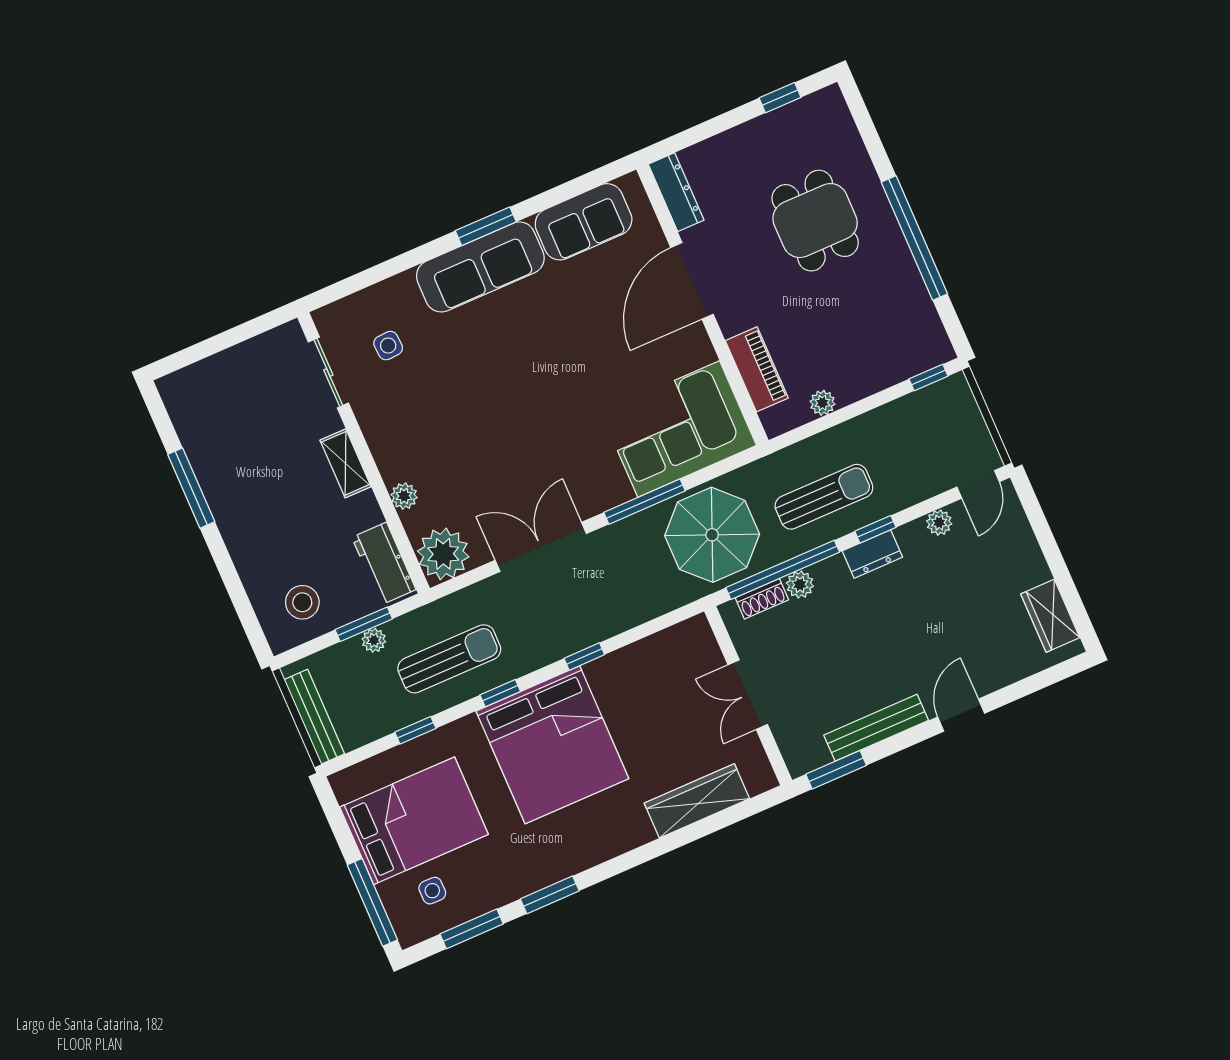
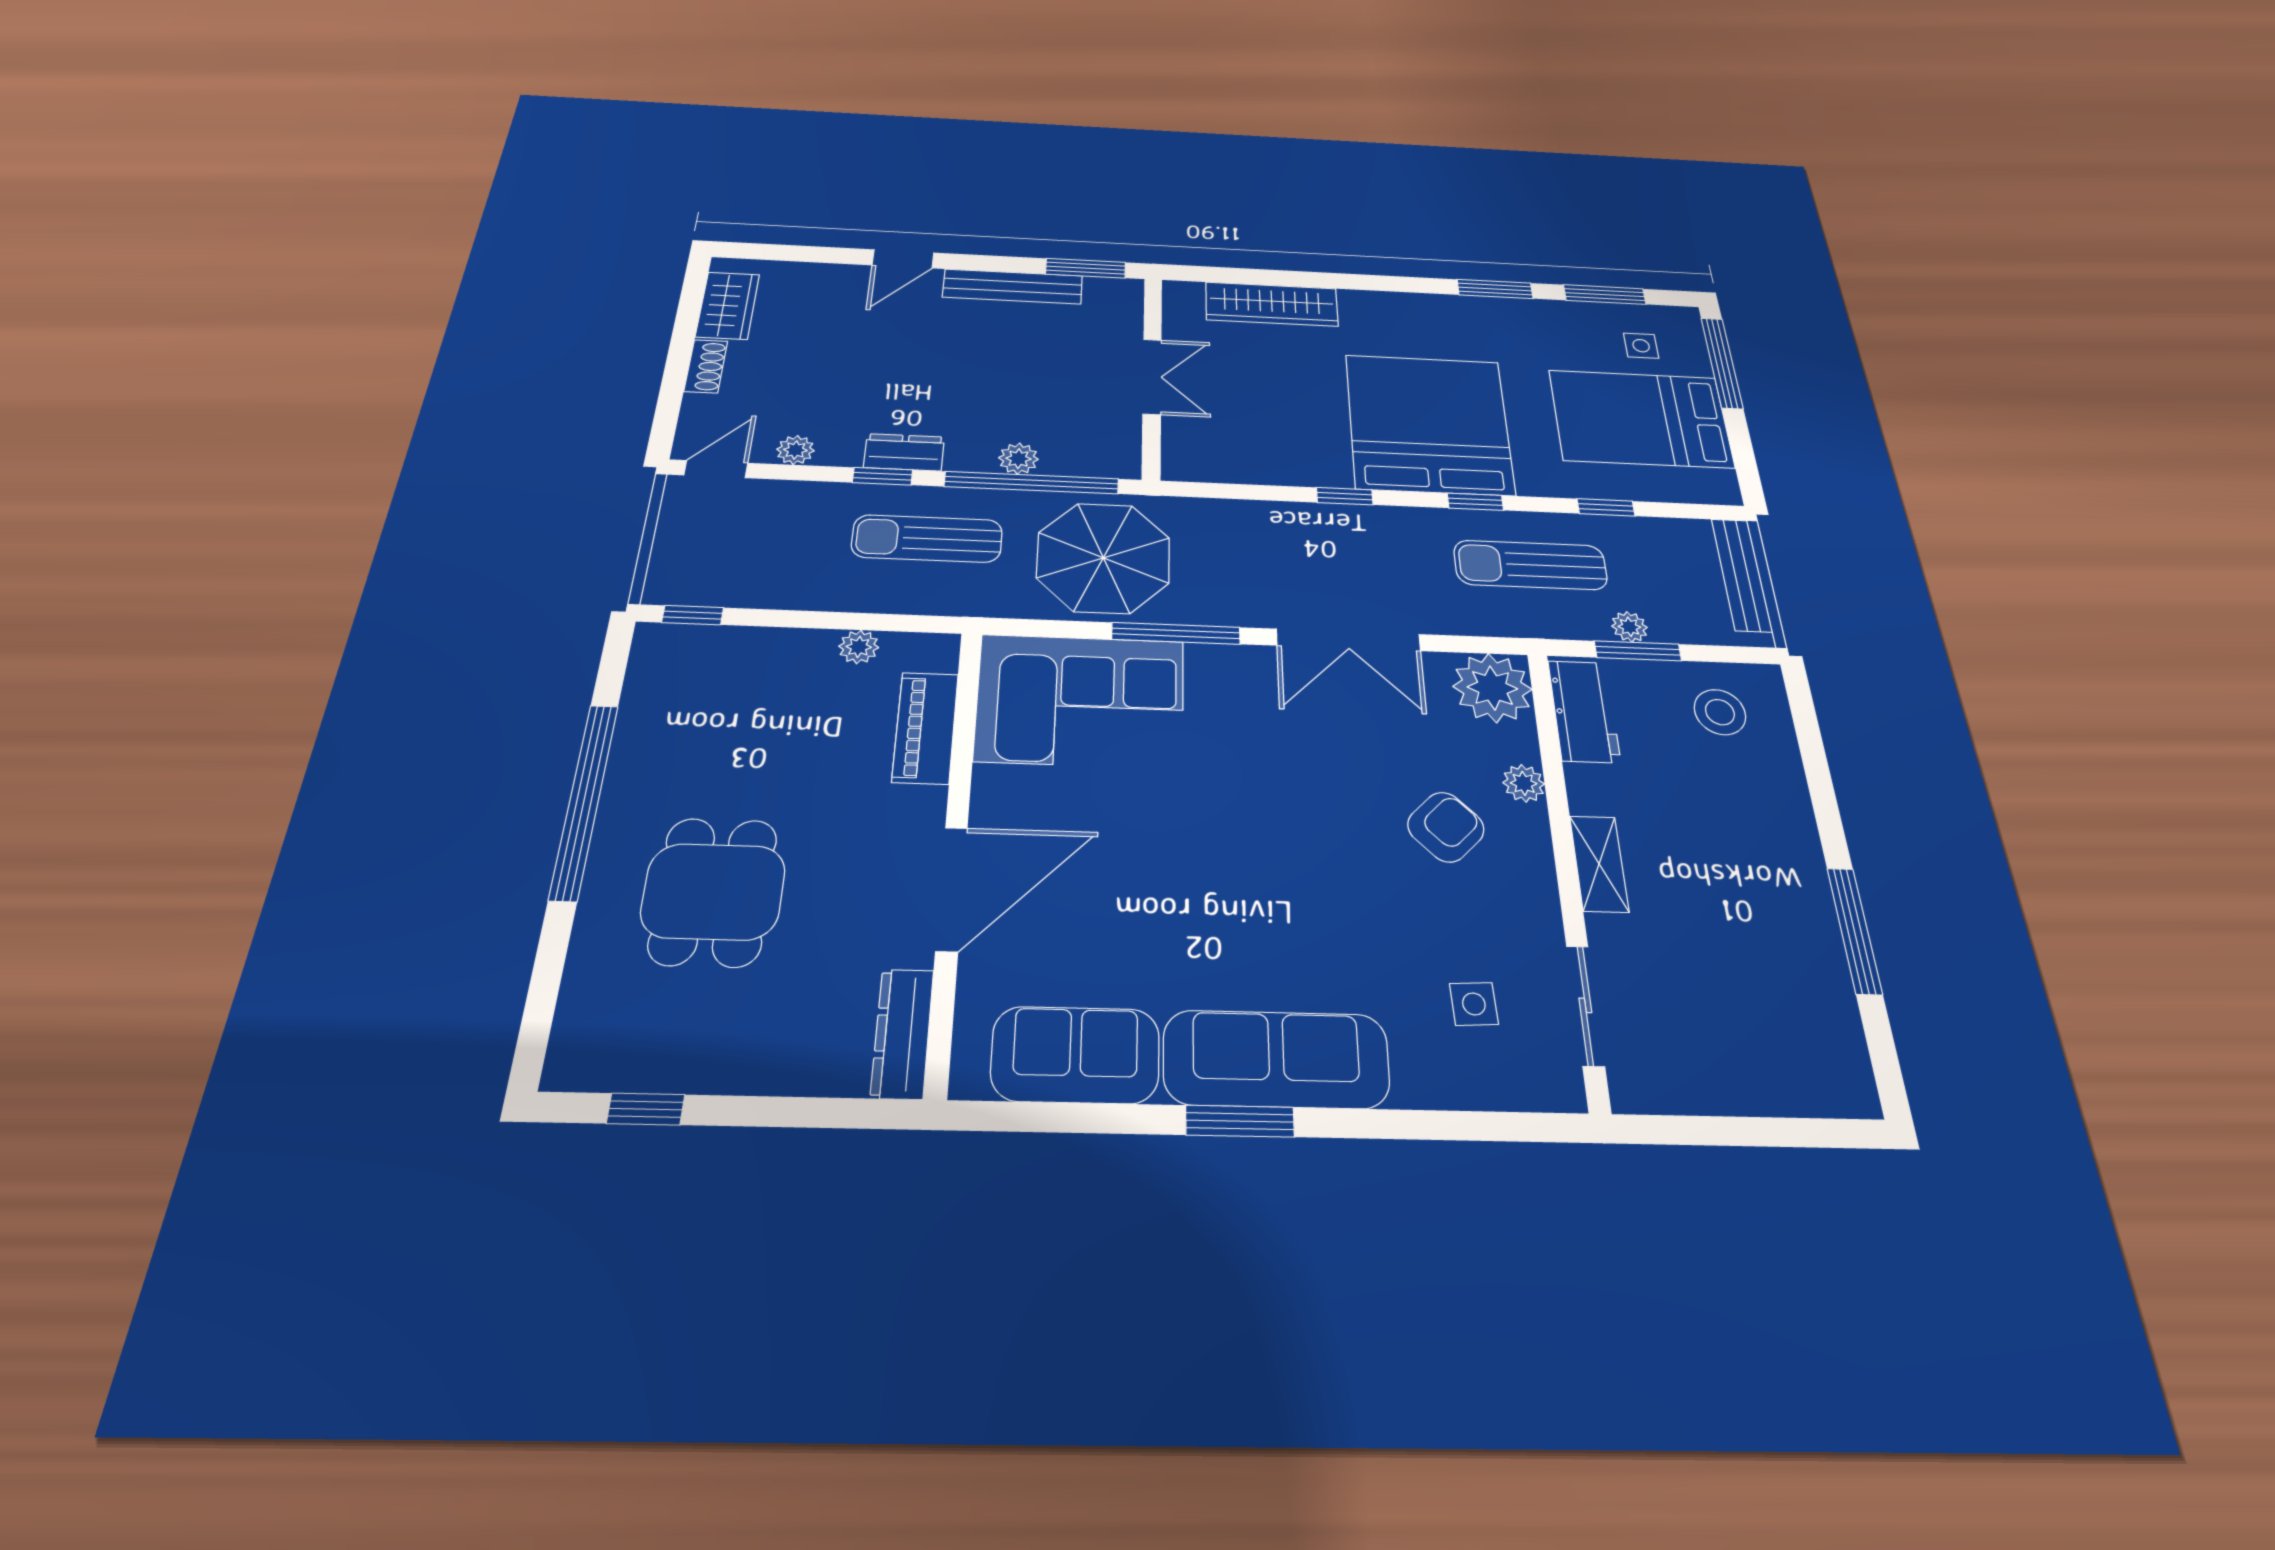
armchair: (439, 446) -> (1446, 827), added
shoe rack: (762, 599) -> (706, 366), moved, turned 90

